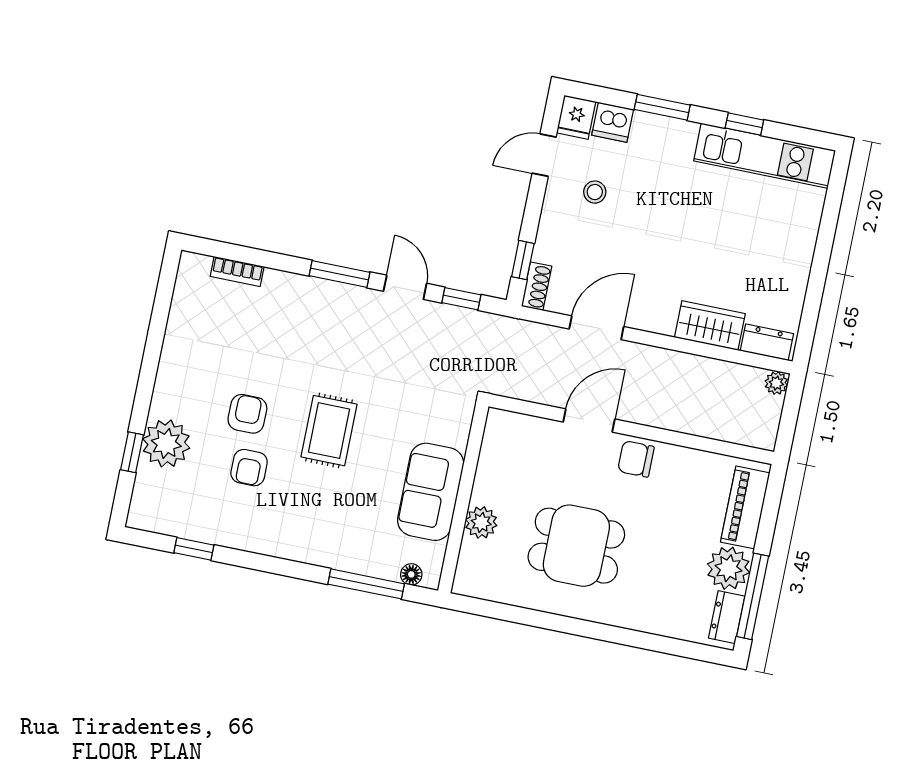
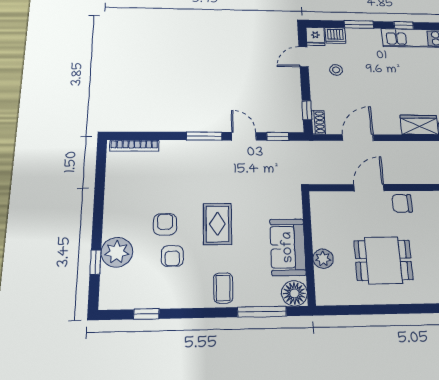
bookcase: (237, 271) -> (134, 146), width x1.56
coffee table: (316, 535) -> (223, 288), added
floor lamp: (411, 574) -> (294, 293), width x1.89, depth x1.89

